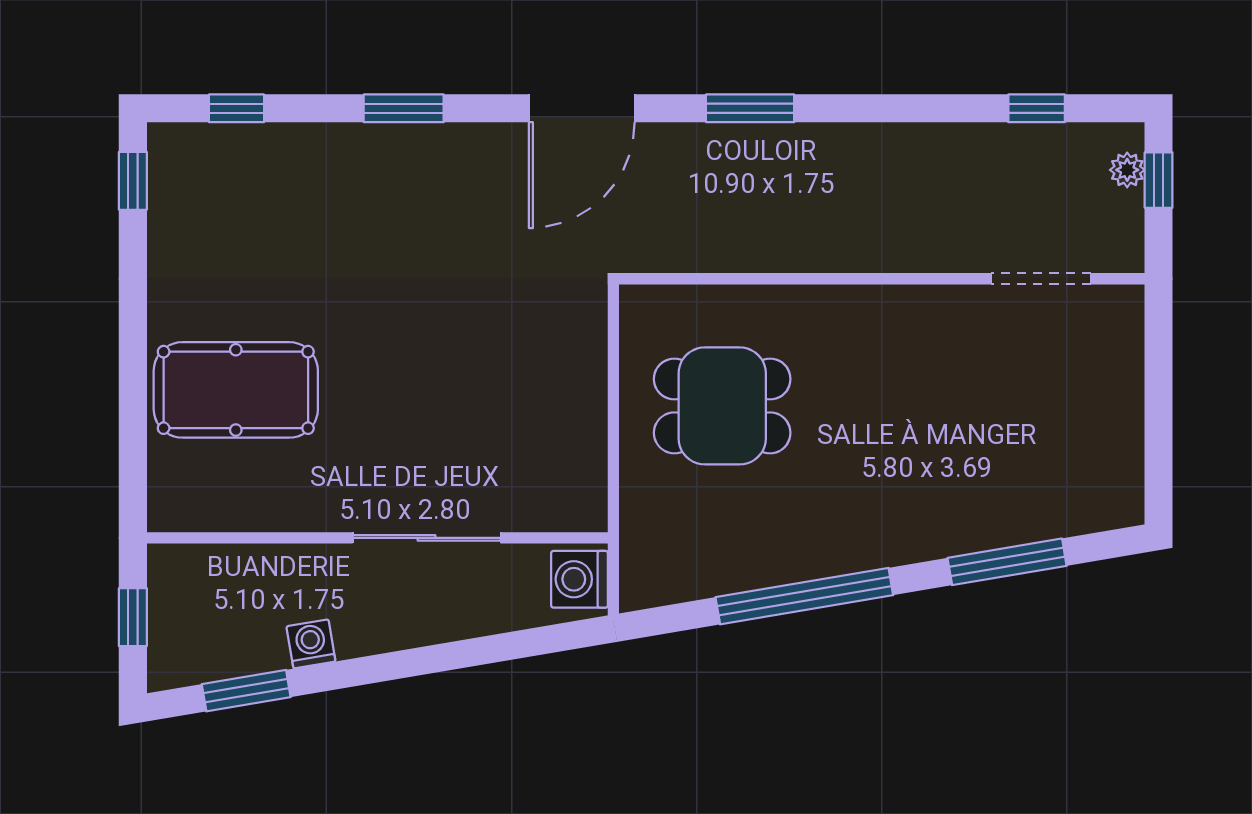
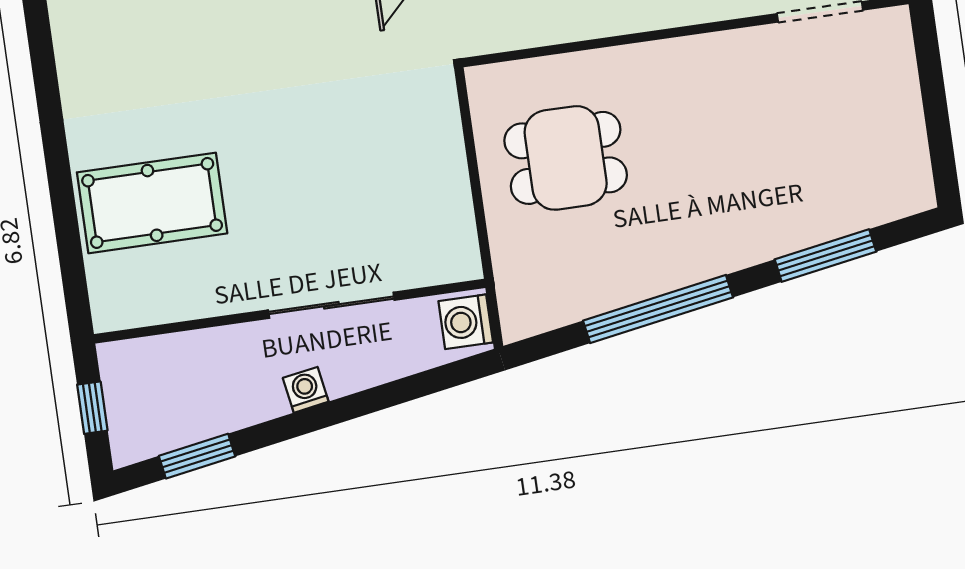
window: (133, 181) -> (40, 38), removed
washing machine: (311, 644) -> (306, 390), moved

